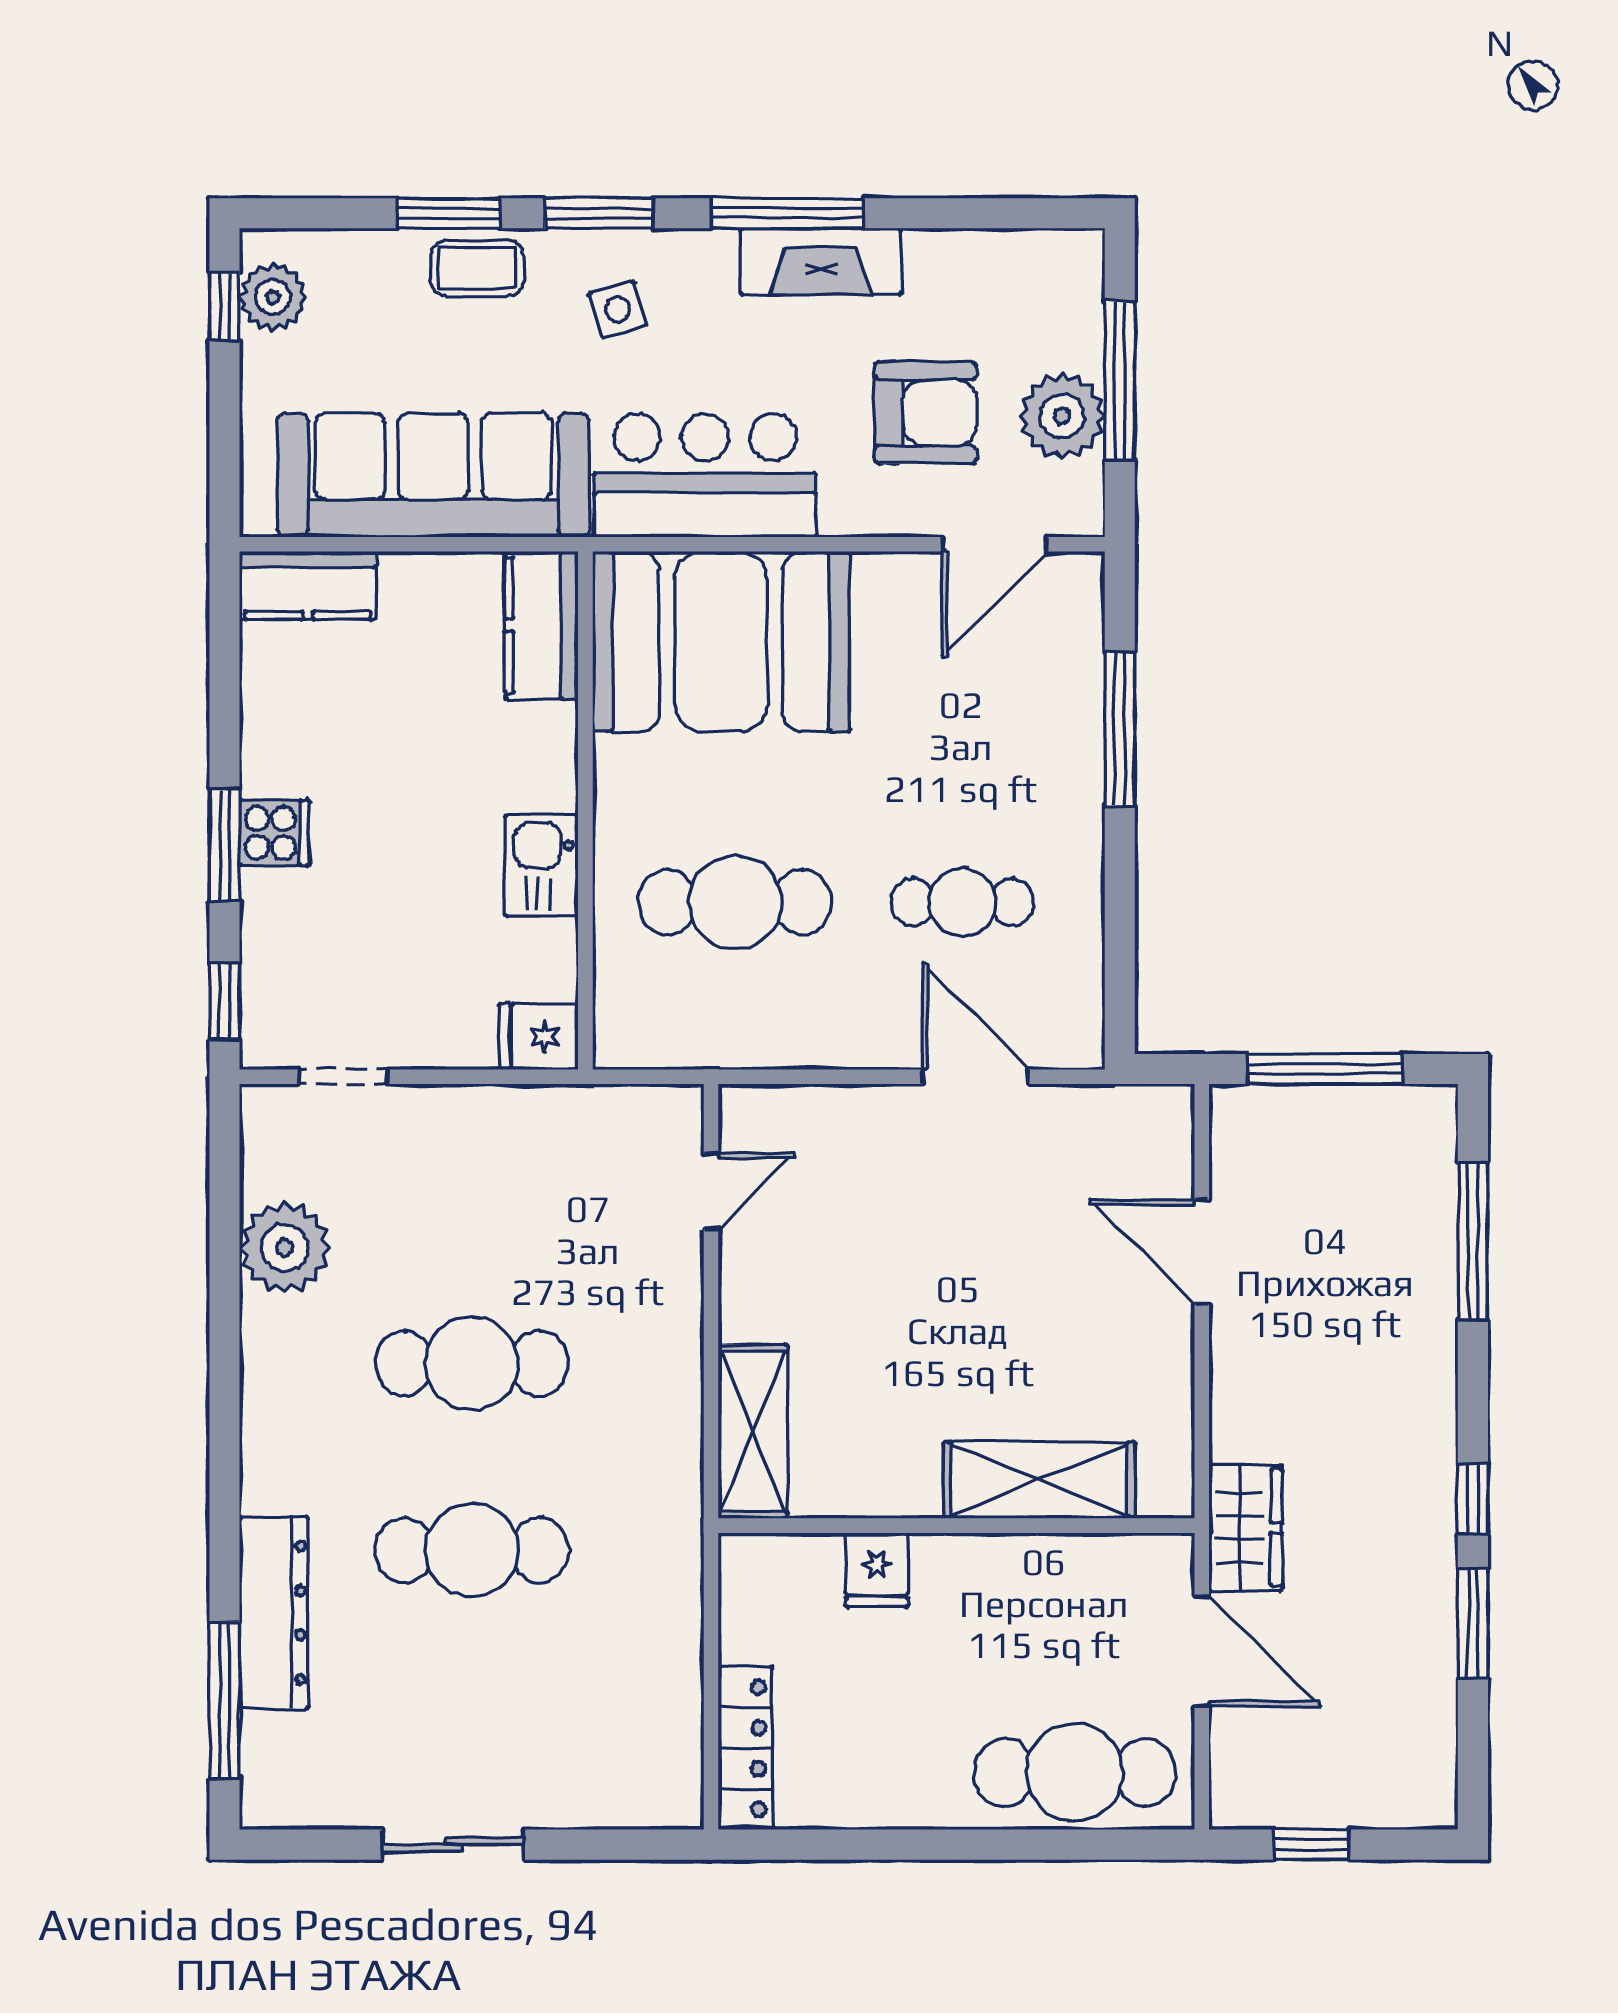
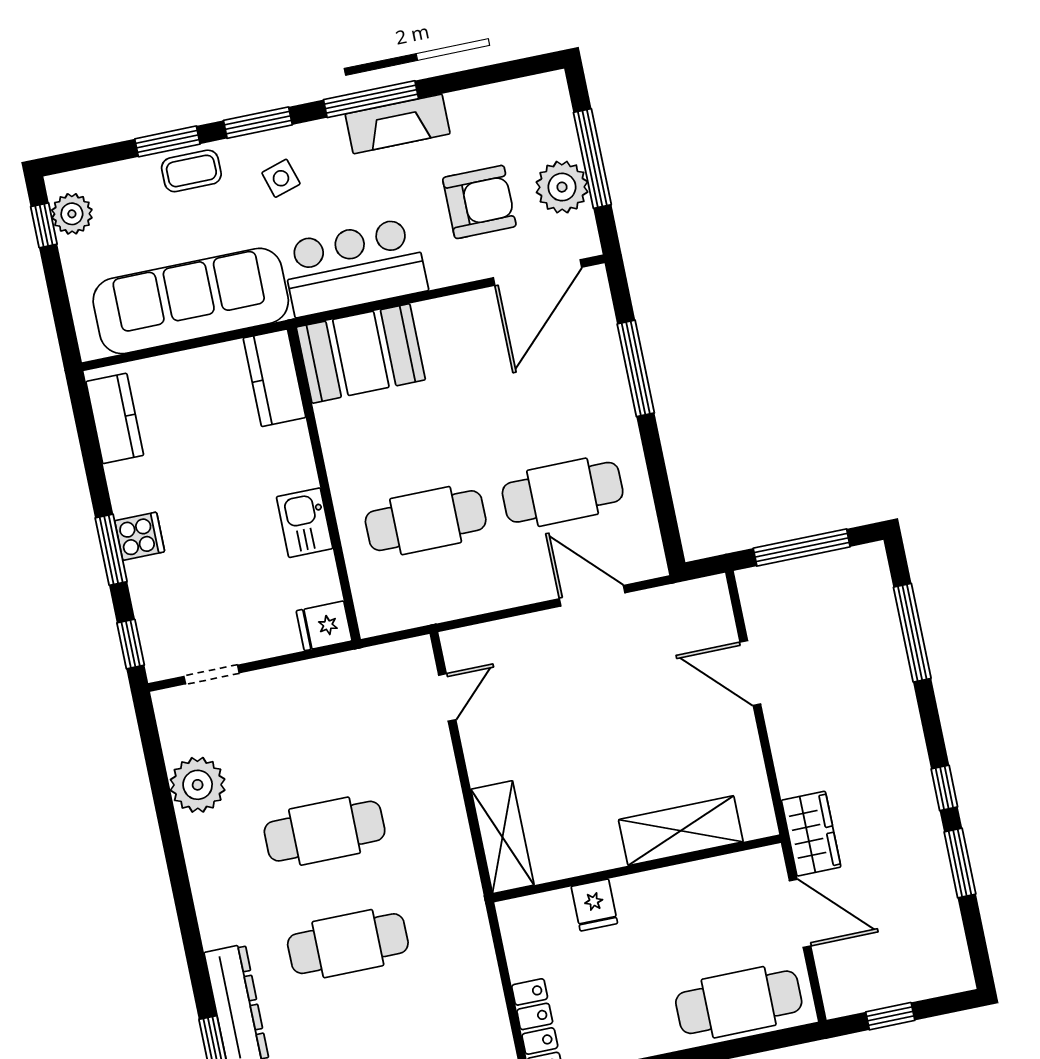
door: (995, 544) -> (538, 273), width x1.36
kitchen counter: (308, 586) -> (115, 418), moved, turned -90
booth: (721, 642) -> (361, 353), width x0.73, depth x0.70
cafe table: (962, 902) -> (563, 492), width x1.37, depth x1.35

